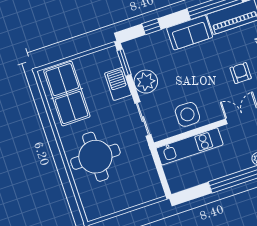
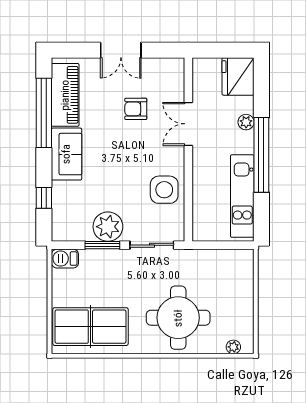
window: (124, 63) -> (102, 245), moved
barbecue: (118, 84) -> (65, 259), moved, width x0.73, depth x0.79
kitchen unit: (190, 146) -> (242, 196), moved, turned 180
plant: (87, 205) -> (233, 347), added

